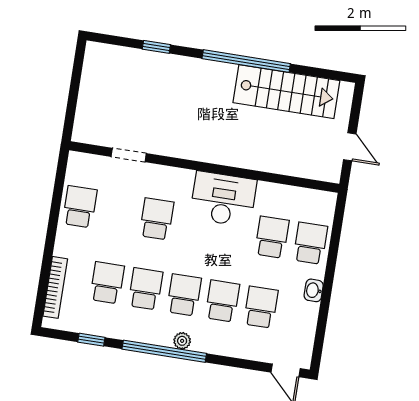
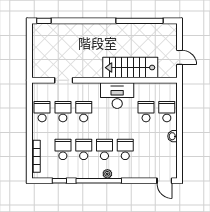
window: (156, 47) -> (44, 21), moved
window: (246, 61) -> (139, 21), moved
stairs: (286, 92) -> (130, 68), moved, turned 180
school desk: (261, 307) -> (63, 112), moved

